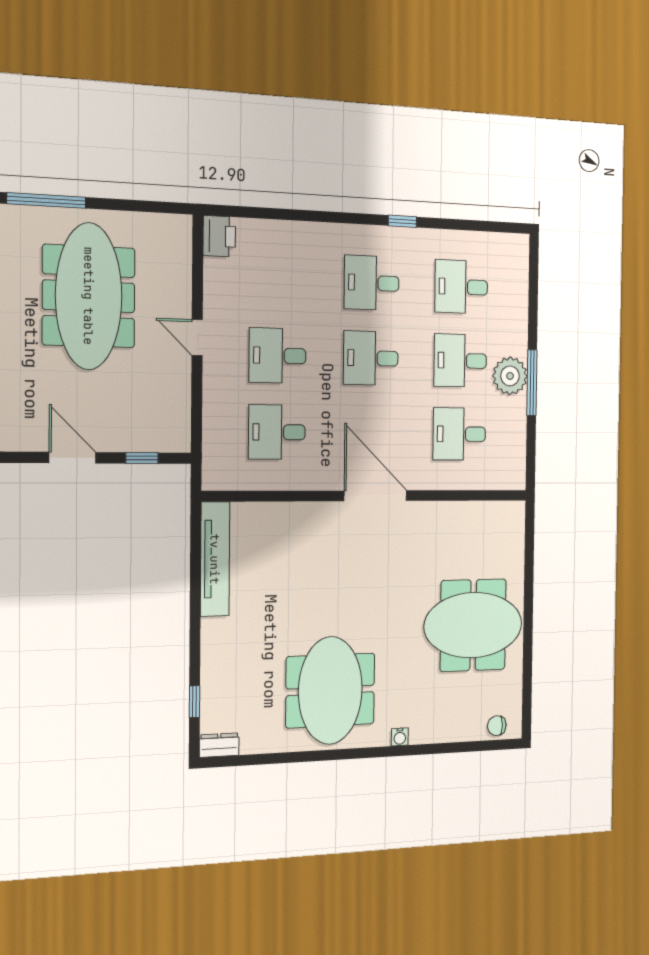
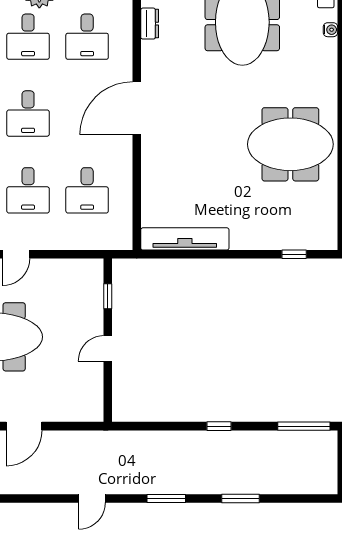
door: (73, 458) -> (108, 348), width x0.73
water cooler: (400, 737) -> (330, 30), moved
dresser: (219, 745) -> (150, 24), moved, turned 180

